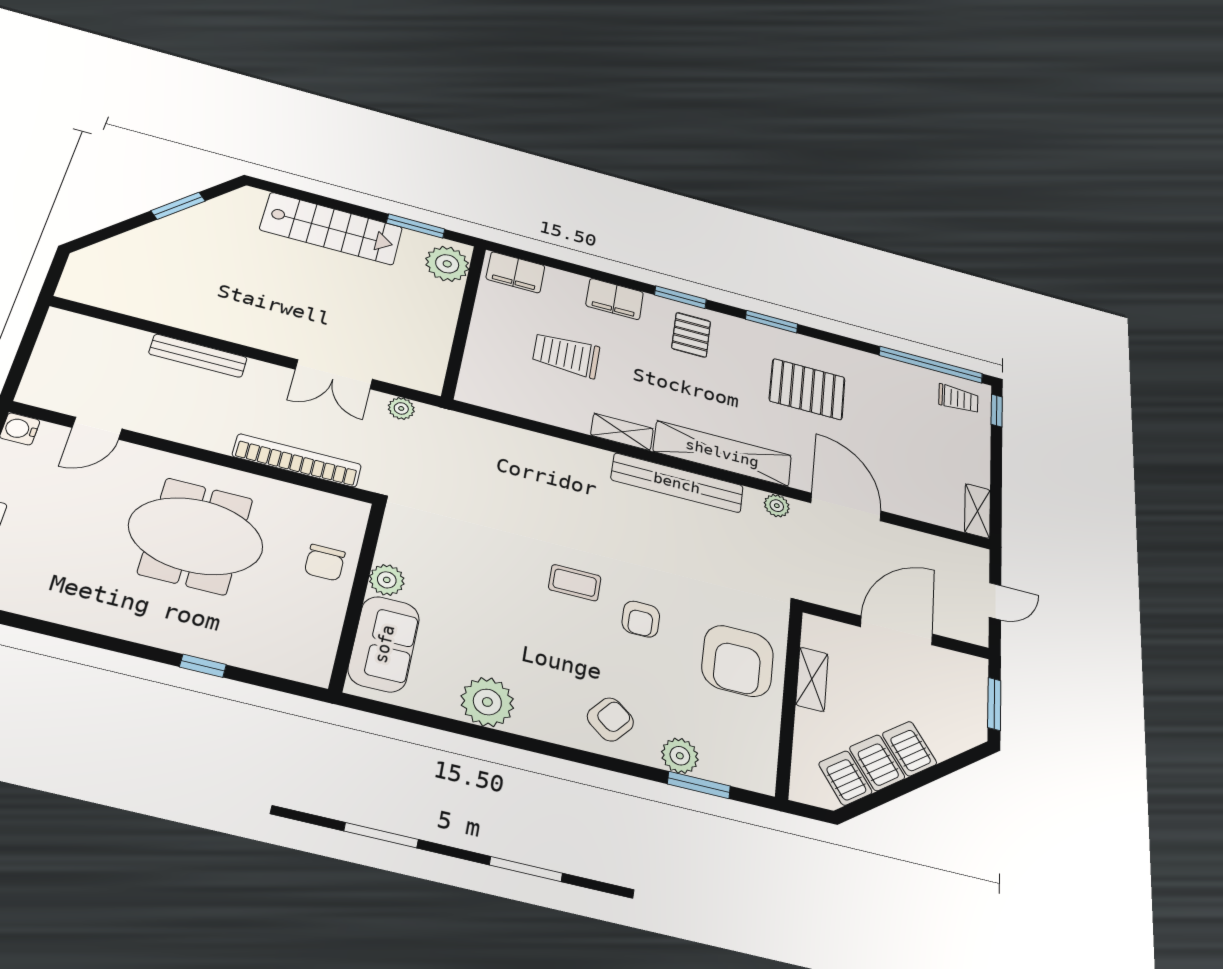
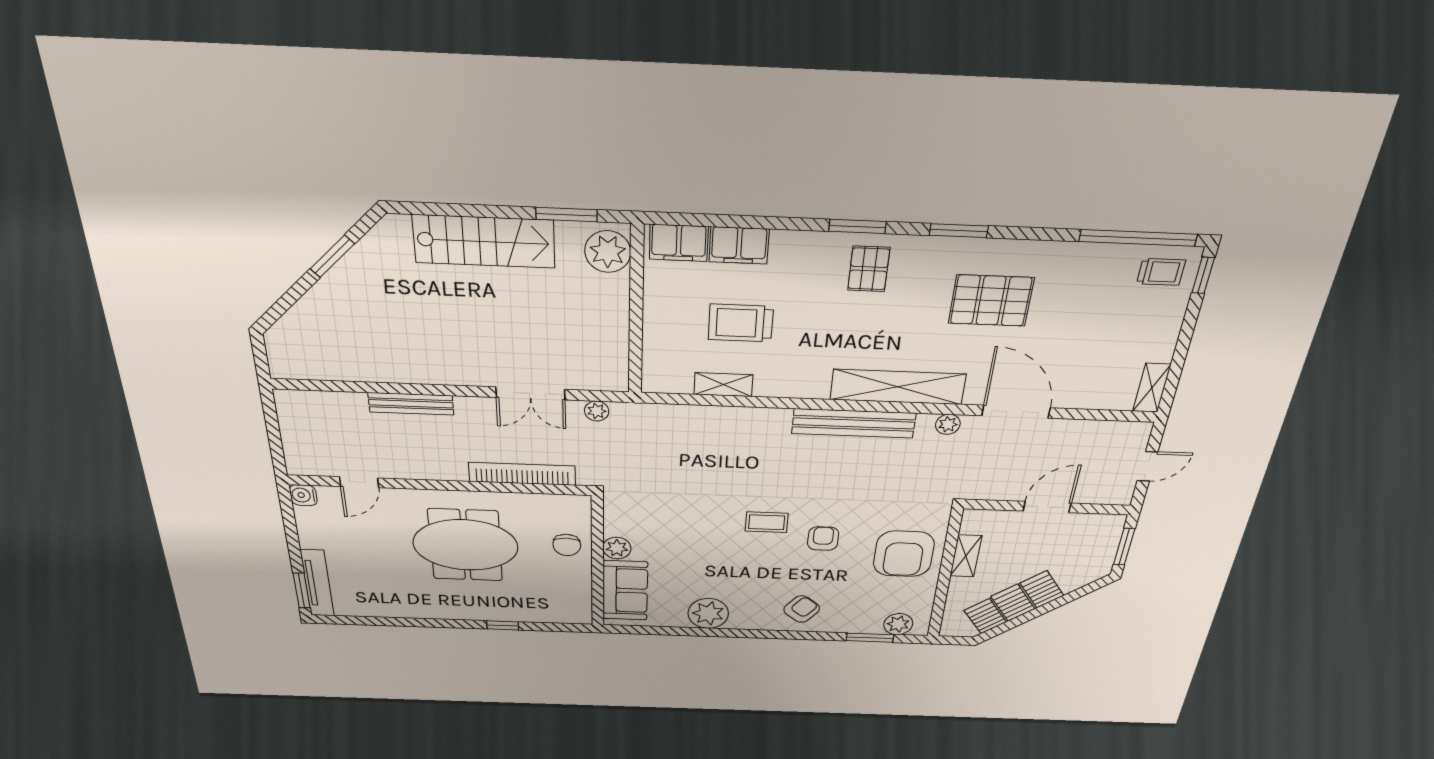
filing cabinet: (615, 299) -> (739, 245), moved
shelving: (622, 432) -> (723, 385), moved
armchair: (641, 619) -> (823, 539), turned 180
door: (897, 630) -> (1047, 507), width x0.73
plant: (680, 756) -> (898, 624), moved

